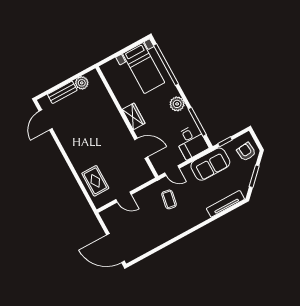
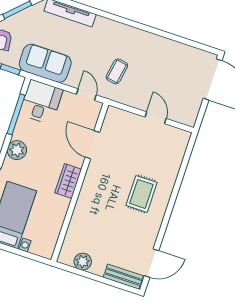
bench: (62, 92) -> (123, 277), moved
rug: (95, 181) -> (141, 194), moved

